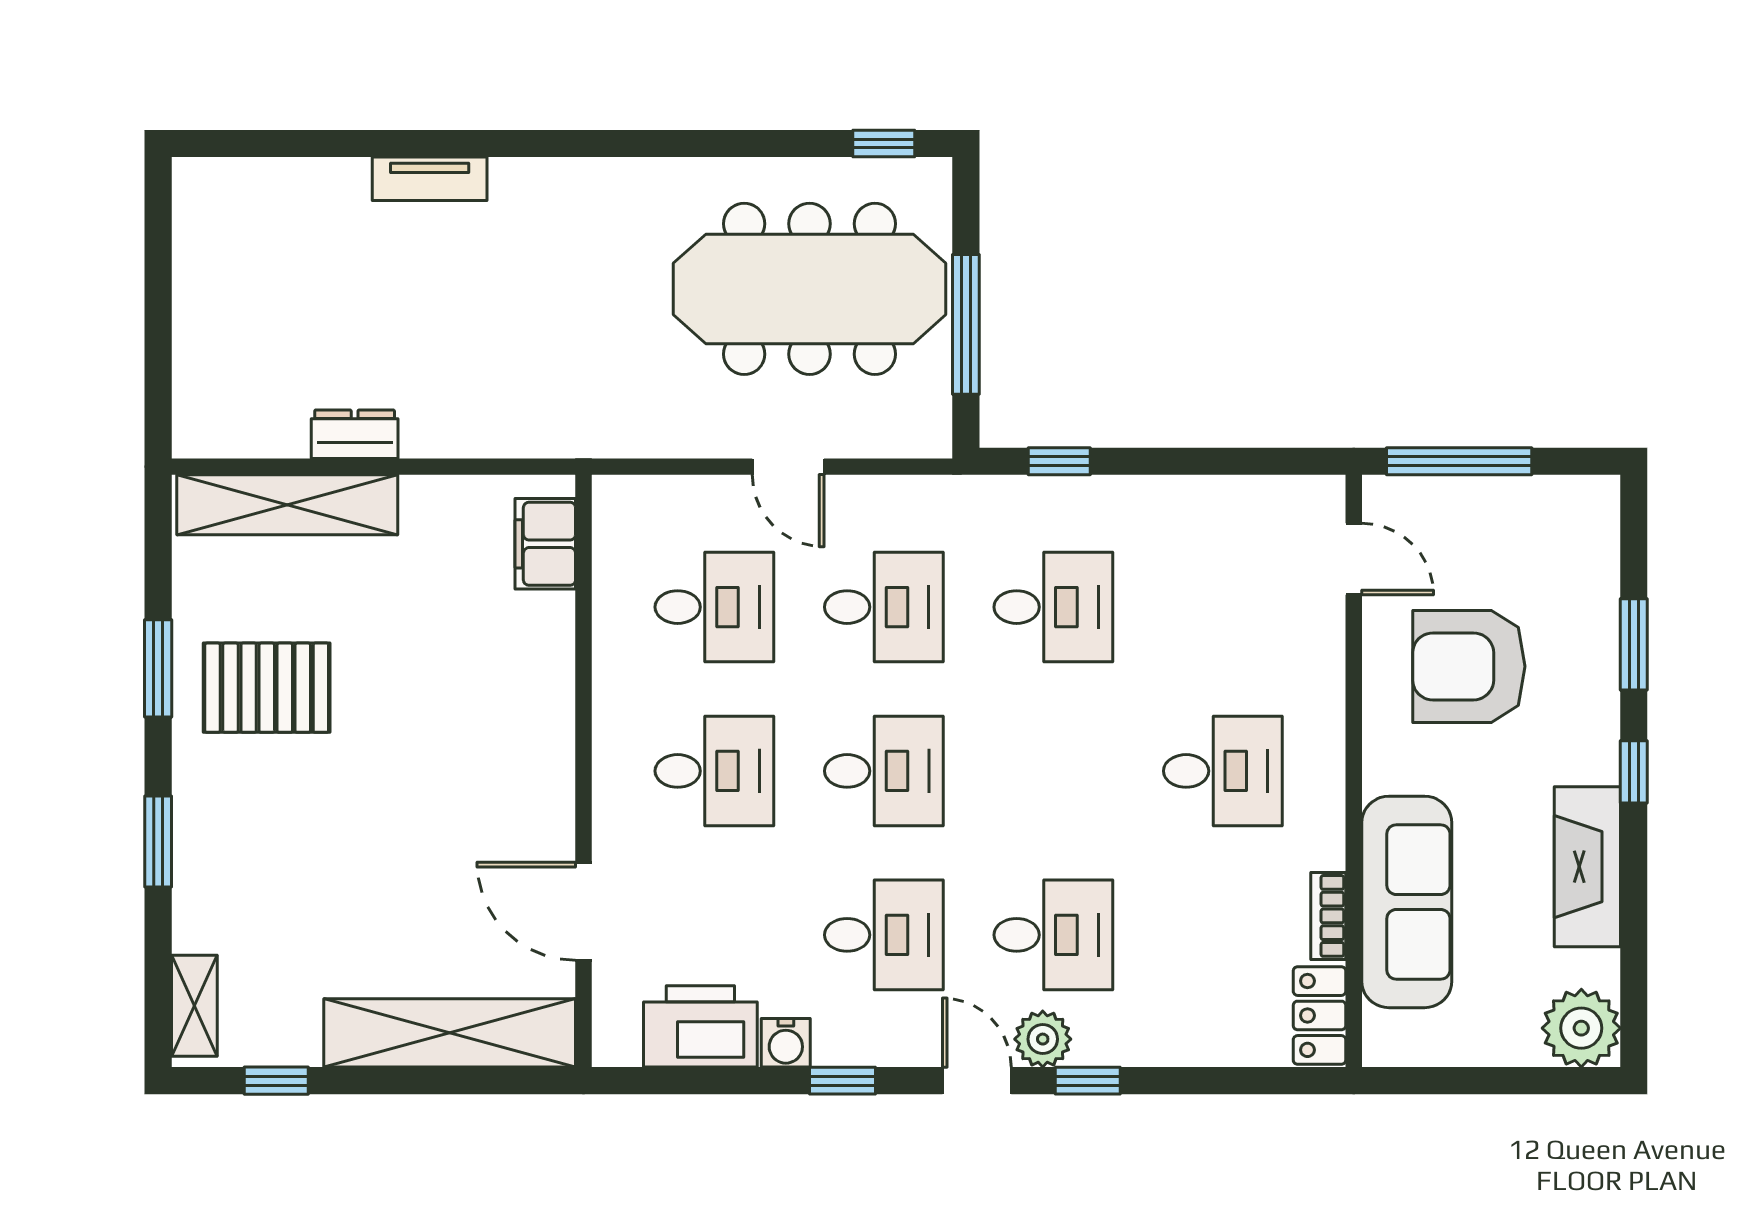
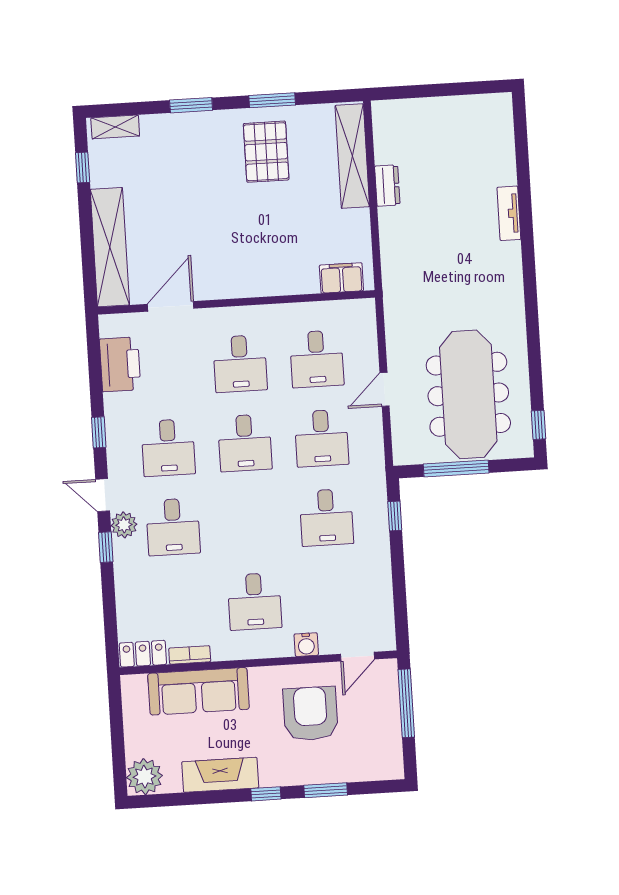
water cooler: (786, 1043) -> (306, 645), moved, turned -90
door: (977, 1081) -> (103, 495), swing flipped

